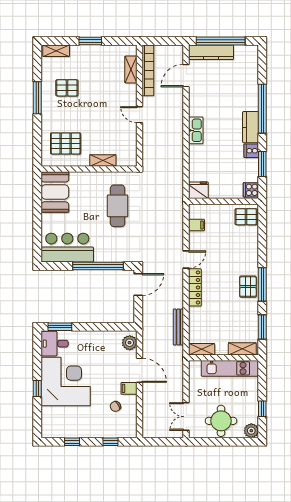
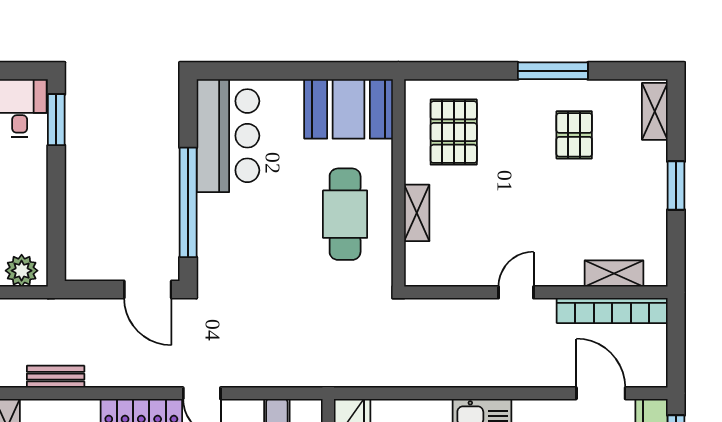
cafe table: (118, 206) -> (345, 214), moved, turned 90
bench: (178, 327) -> (56, 377), width x0.73

